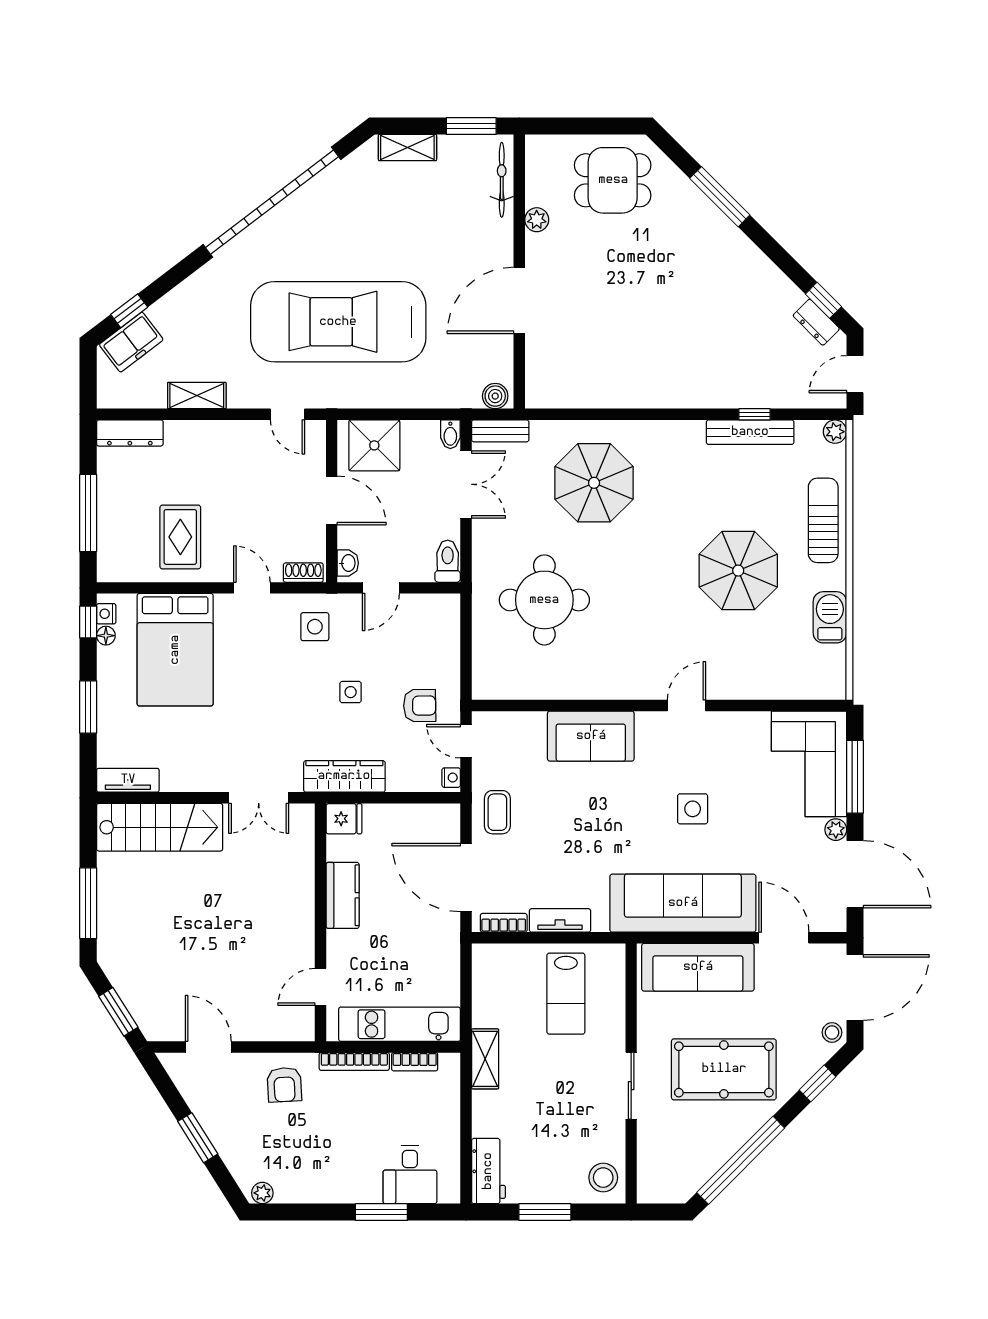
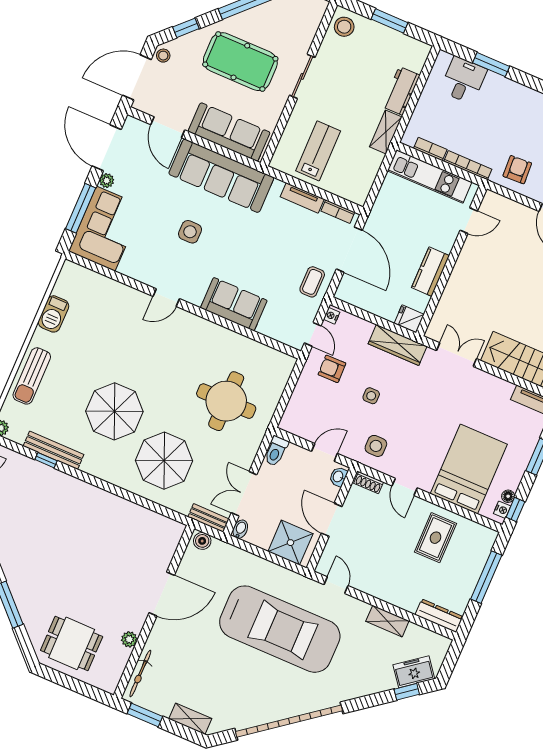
parasol: (738, 571) -> (114, 411), moved
workbench: (488, 1171) -> (401, 91), moved

